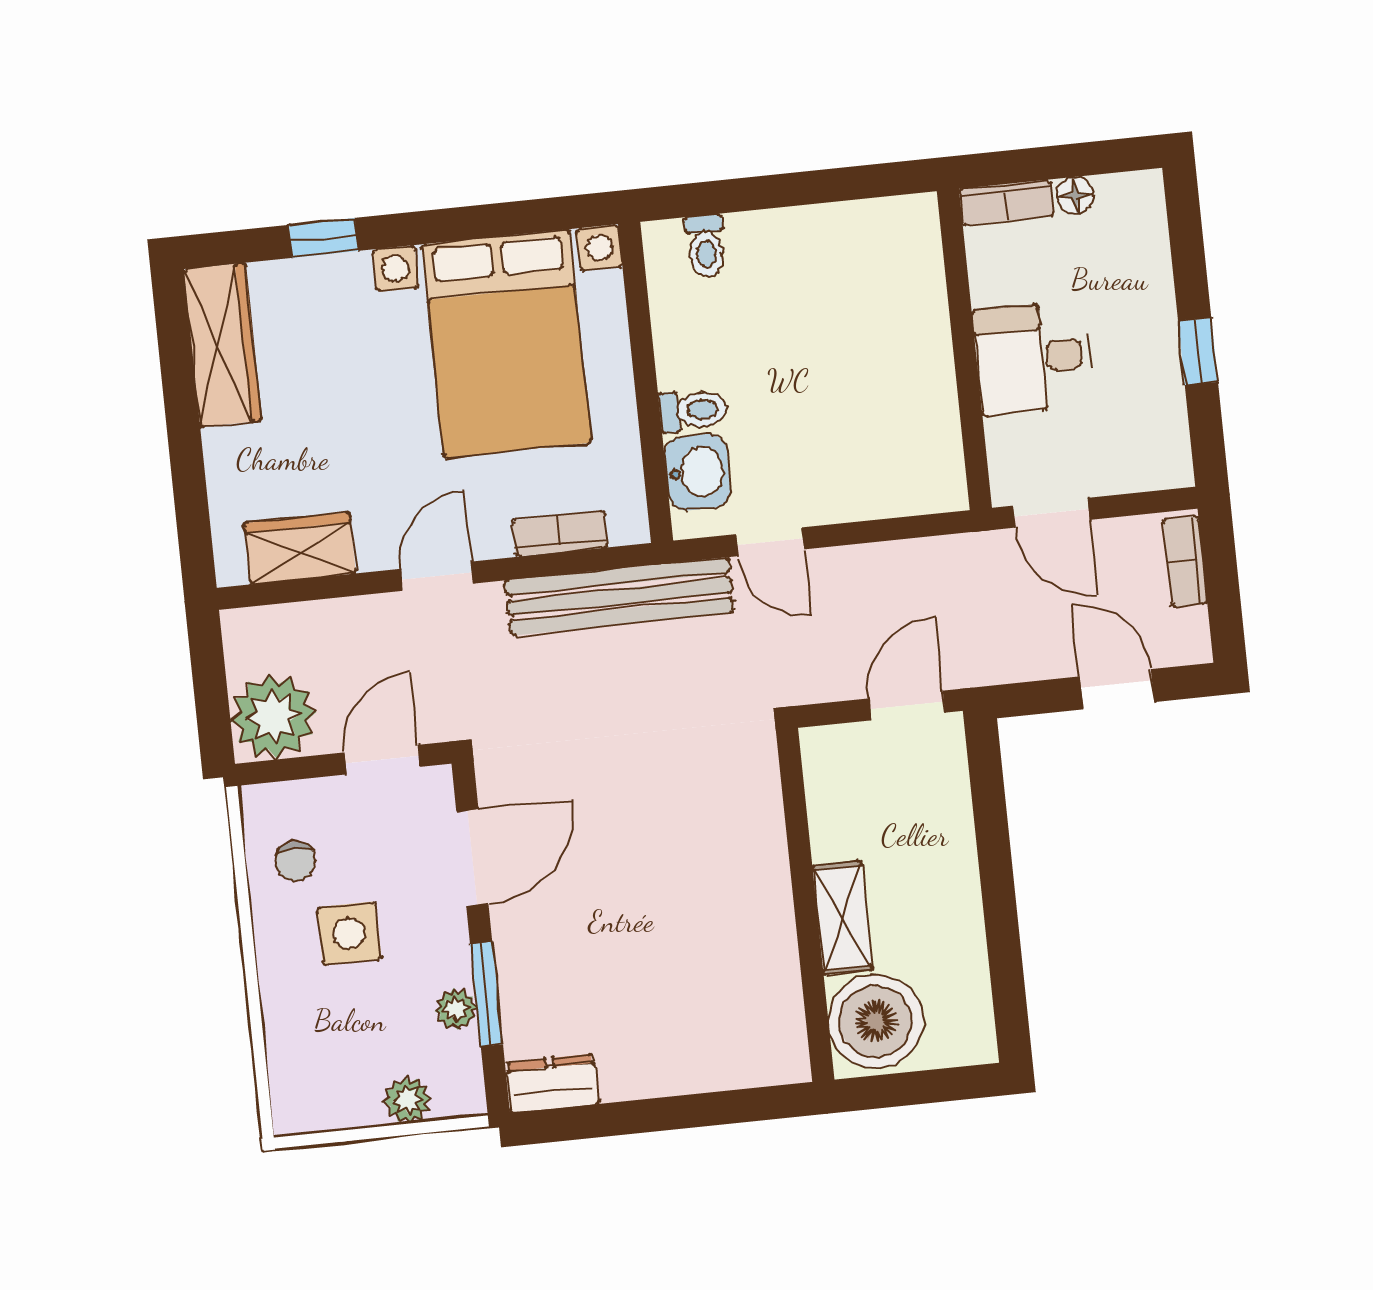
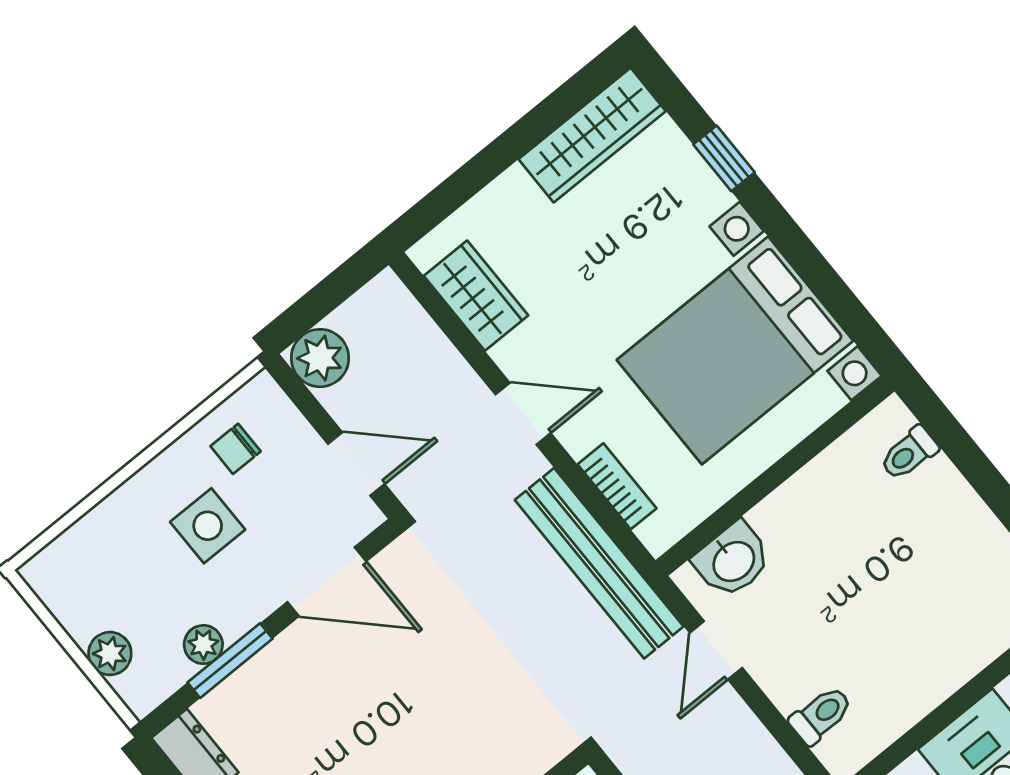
toilet: (693, 410) -> (821, 715), moved, turned -90
plant: (273, 716) -> (320, 358), width x0.73, depth x0.73

